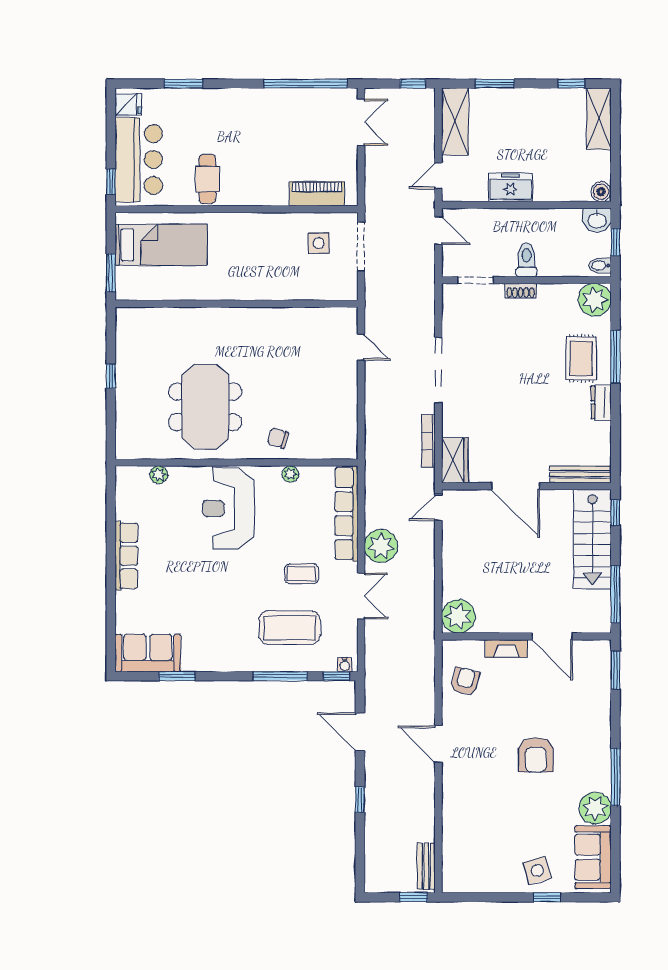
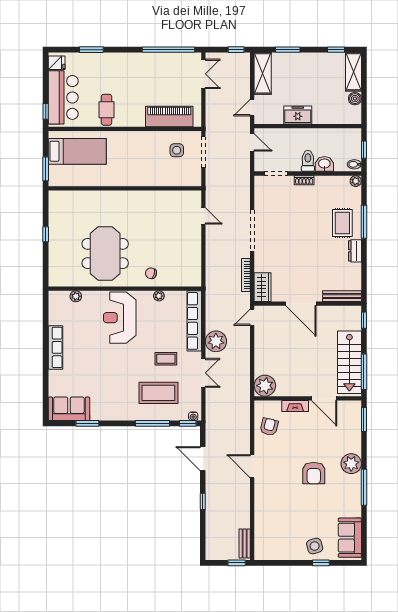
boiler: (601, 192) -> (355, 99), moved
piano: (317, 194) -> (169, 116), width x1.37, depth x1.33
washbasin: (597, 220) -> (324, 164), moved, turned 180
plant: (595, 300) -> (356, 181), width x0.53, depth x0.53
stairs: (592, 539) -> (349, 362), moved
plant: (595, 808) -> (351, 464), moved

